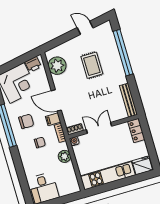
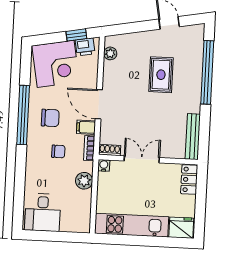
window: (24, 58) -> (76, 35), added
plant: (57, 66) -> (110, 53), width x0.53, depth x0.53

